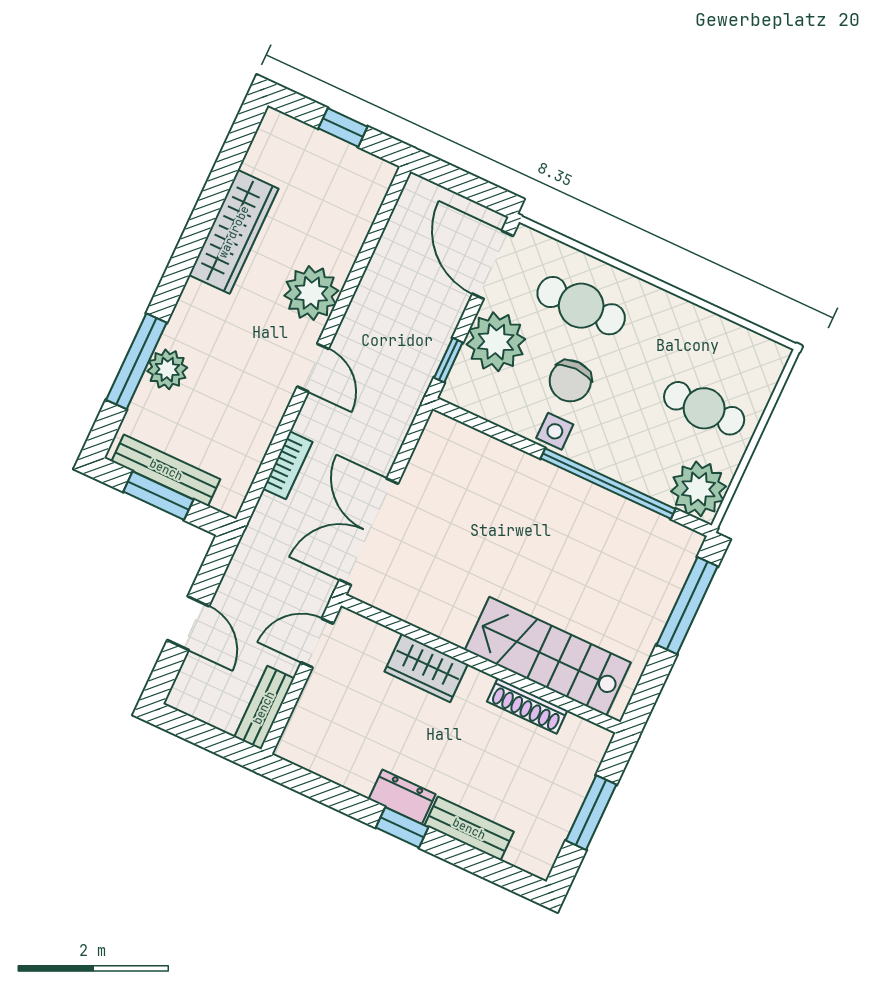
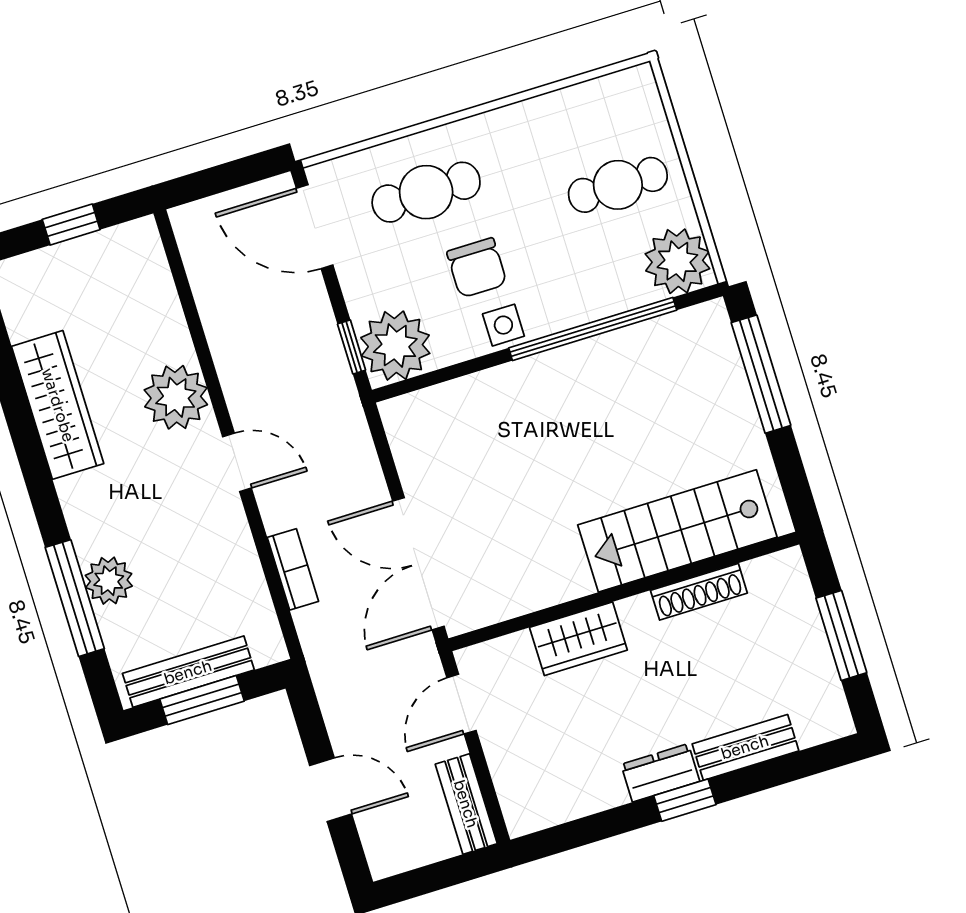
plant: (496, 342) -> (395, 346), moved

